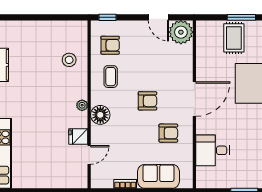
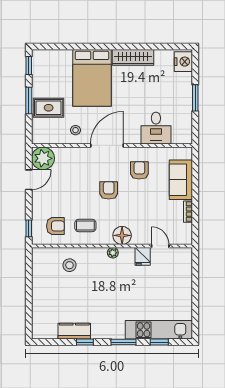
armchair: (110, 45) -> (55, 226), turned 90
stool: (210, 66) -> (75, 130), added
door: (194, 99) -> (107, 146), hinge flipped

